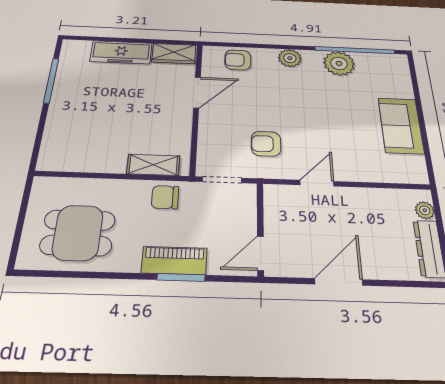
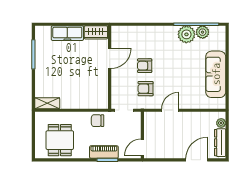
plant: (290, 58) -> (203, 32), moved
armchair: (238, 60) -> (145, 66), moved
sofa: (401, 126) -> (216, 74), width x1.36
shelving: (153, 165) -> (47, 103), moved
dining table: (78, 233) -> (60, 140), turned 90
door: (339, 282) -> (197, 160), moved

